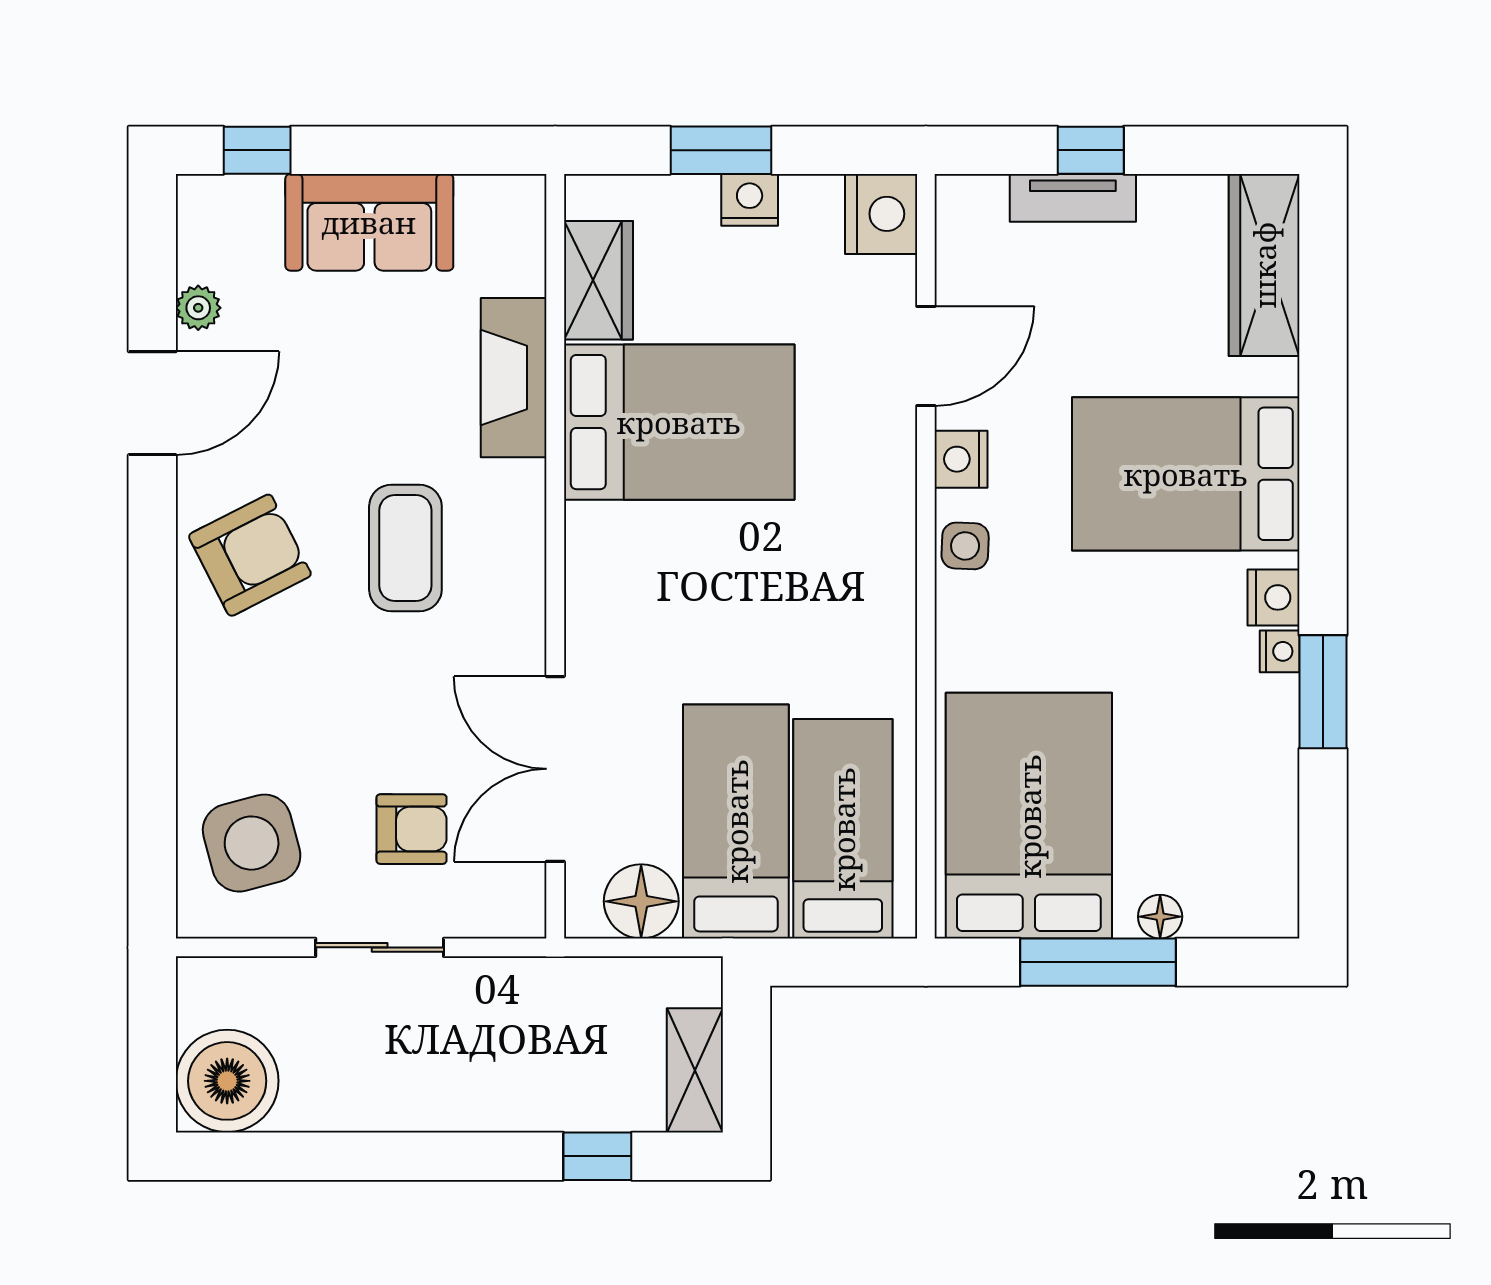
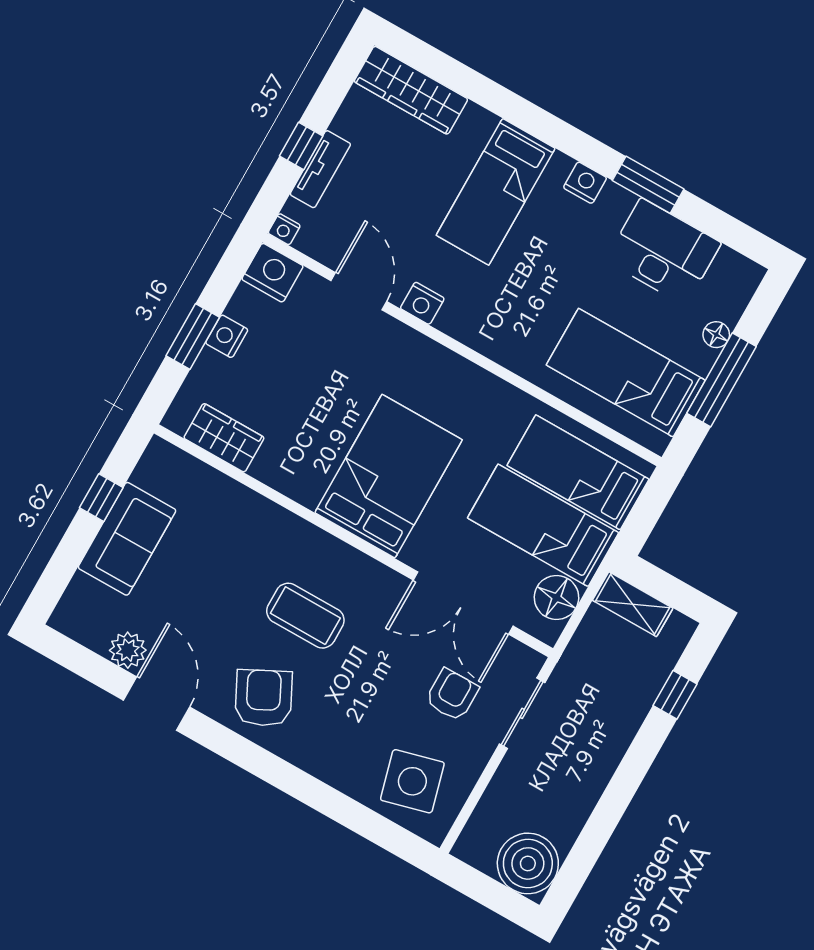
window: (257, 150) -> (101, 498), moved
plant: (198, 308) -> (128, 650), width x1.38, depth x1.38
fireplace: (514, 378) -> (249, 510), removed
bed: (679, 422) -> (389, 476), moved
bed: (1186, 474) -> (496, 192), width x0.67
side table: (965, 546) -> (468, 327), removed
nightstand: (1280, 651) -> (284, 229), moved, turned 180
desk: (1238, 770) -> (663, 252), added
bed: (1029, 816) -> (626, 373), width x0.67
sliding door: (380, 947) -> (522, 713), moved
shelving: (695, 1070) -> (633, 604), moved

